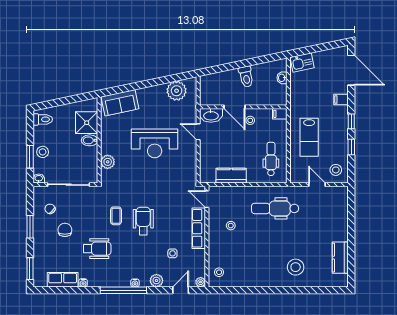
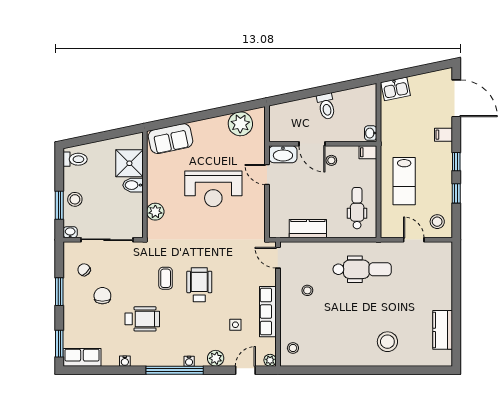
washbasin: (282, 78) -> (371, 133), moved
dental chair: (275, 208) -> (362, 269), turned 180
row of seats: (199, 228) -> (268, 312), moved
row of seats: (63, 280) -> (82, 357), moved

